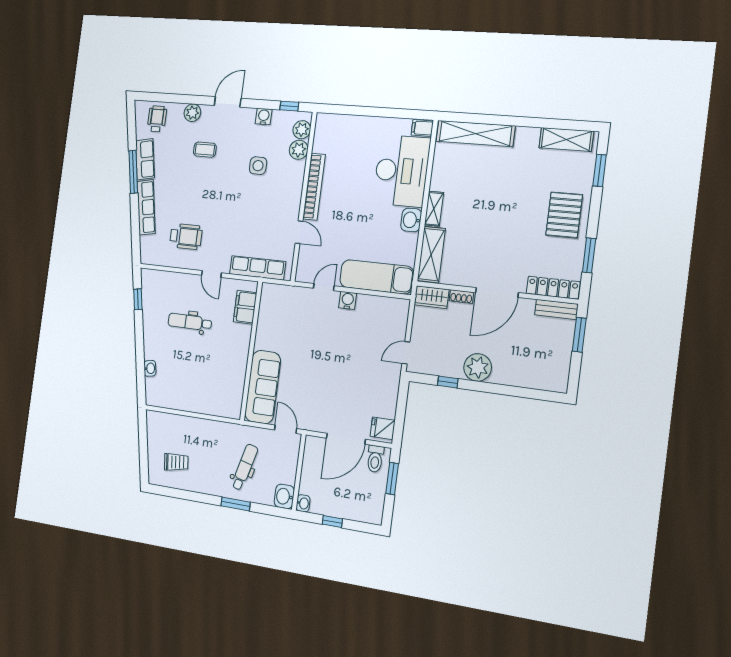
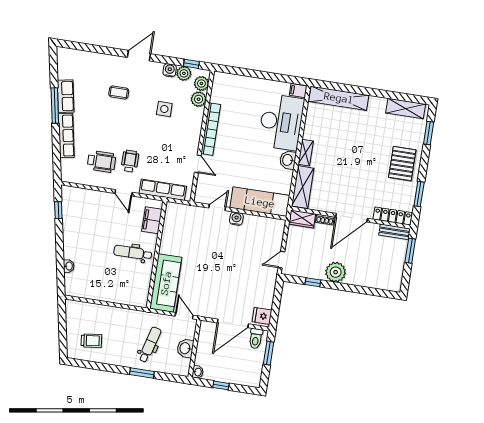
plant: (192, 113) -> (184, 73), moved
wheelchair: (157, 119) -> (130, 161), moved
dental chair: (190, 322) -> (133, 253), moved
washbasin: (284, 496) -> (185, 348), moved

